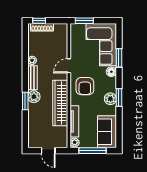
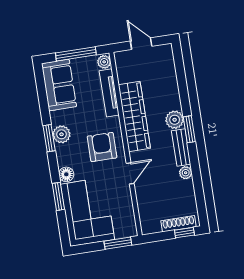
window: (25, 101) -> (189, 129), moved

